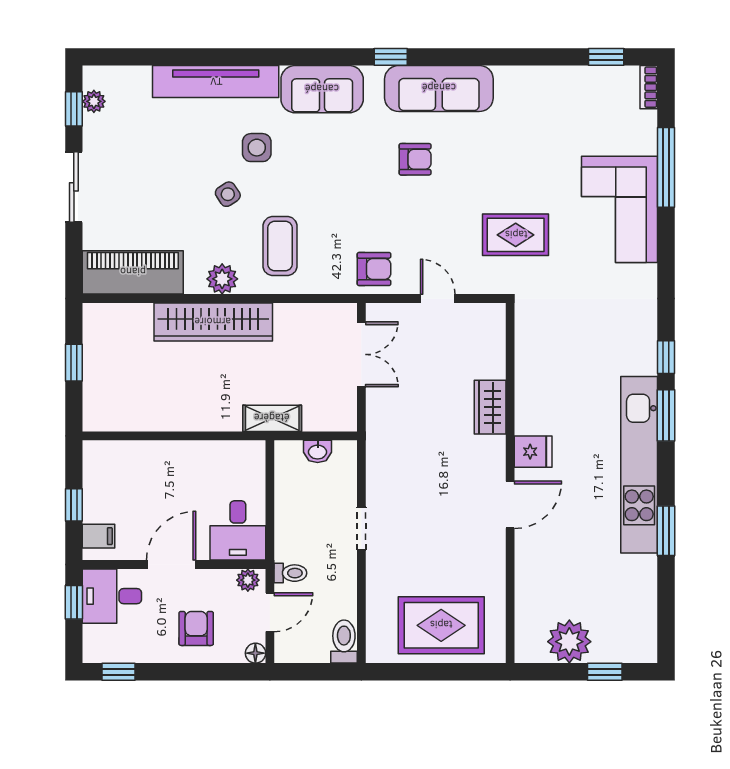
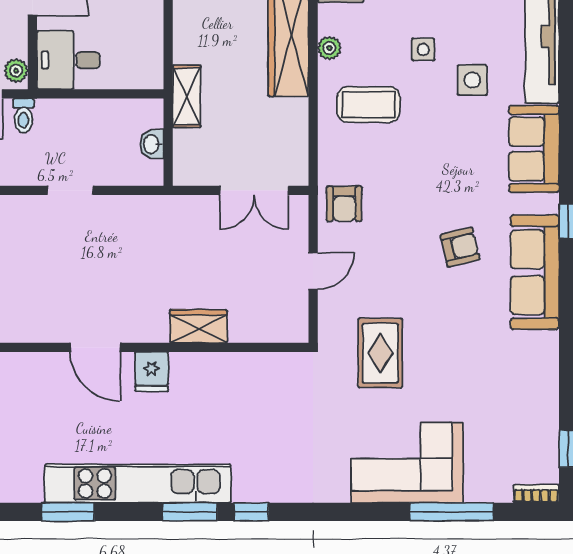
armchair: (415, 159) -> (460, 247), turned -104
side table: (228, 194) -> (423, 49), turned 33
plant: (222, 279) -> (329, 48), width x0.73, depth x0.73

